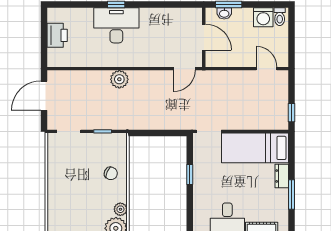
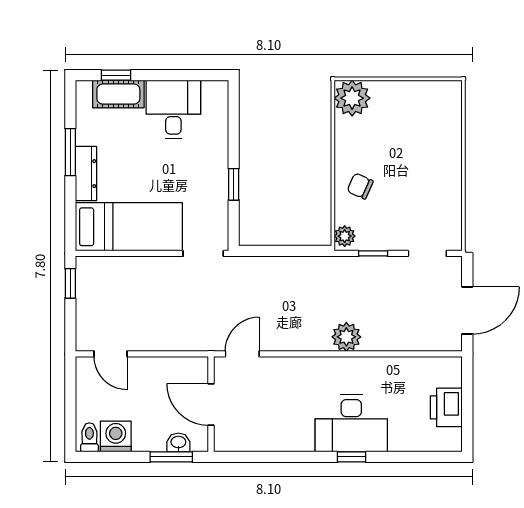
dresser: (282, 176) -> (86, 174), width x1.44
plant: (120, 209) -> (345, 236), moved

